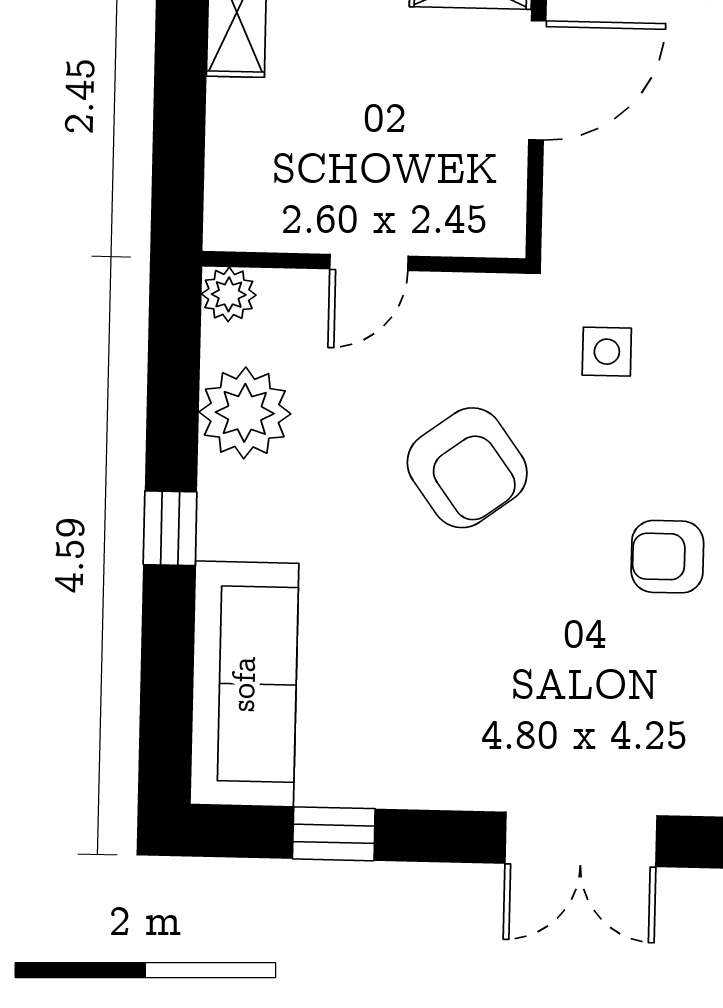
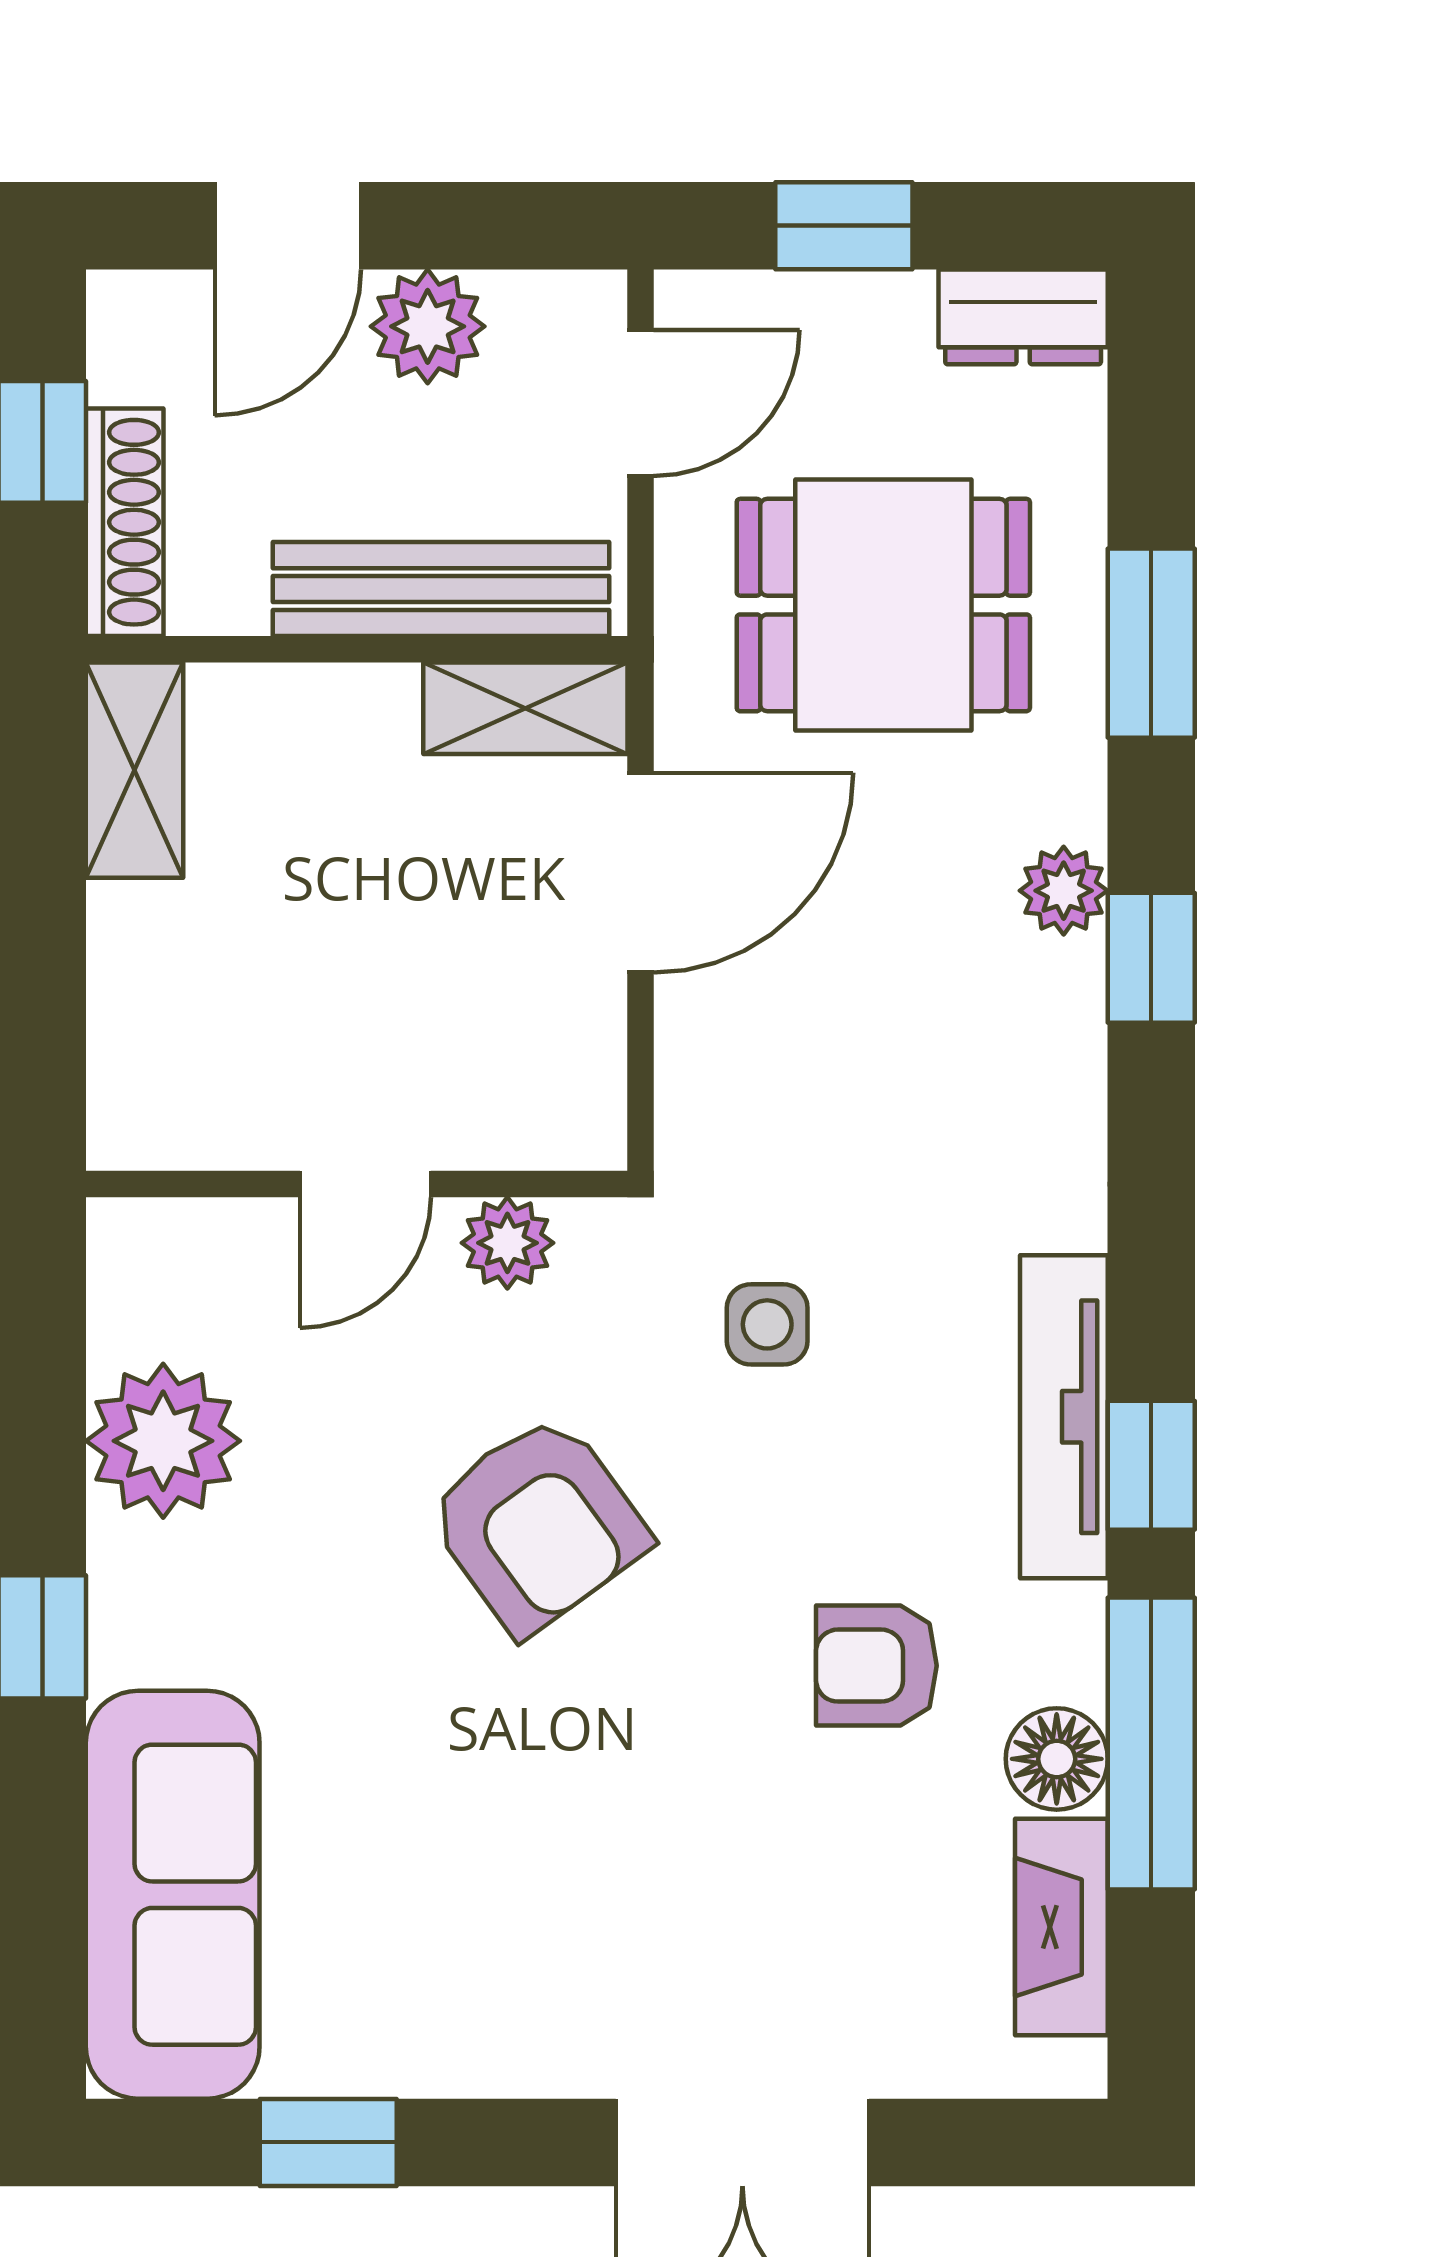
plant: (229, 294) -> (507, 1243), moved

